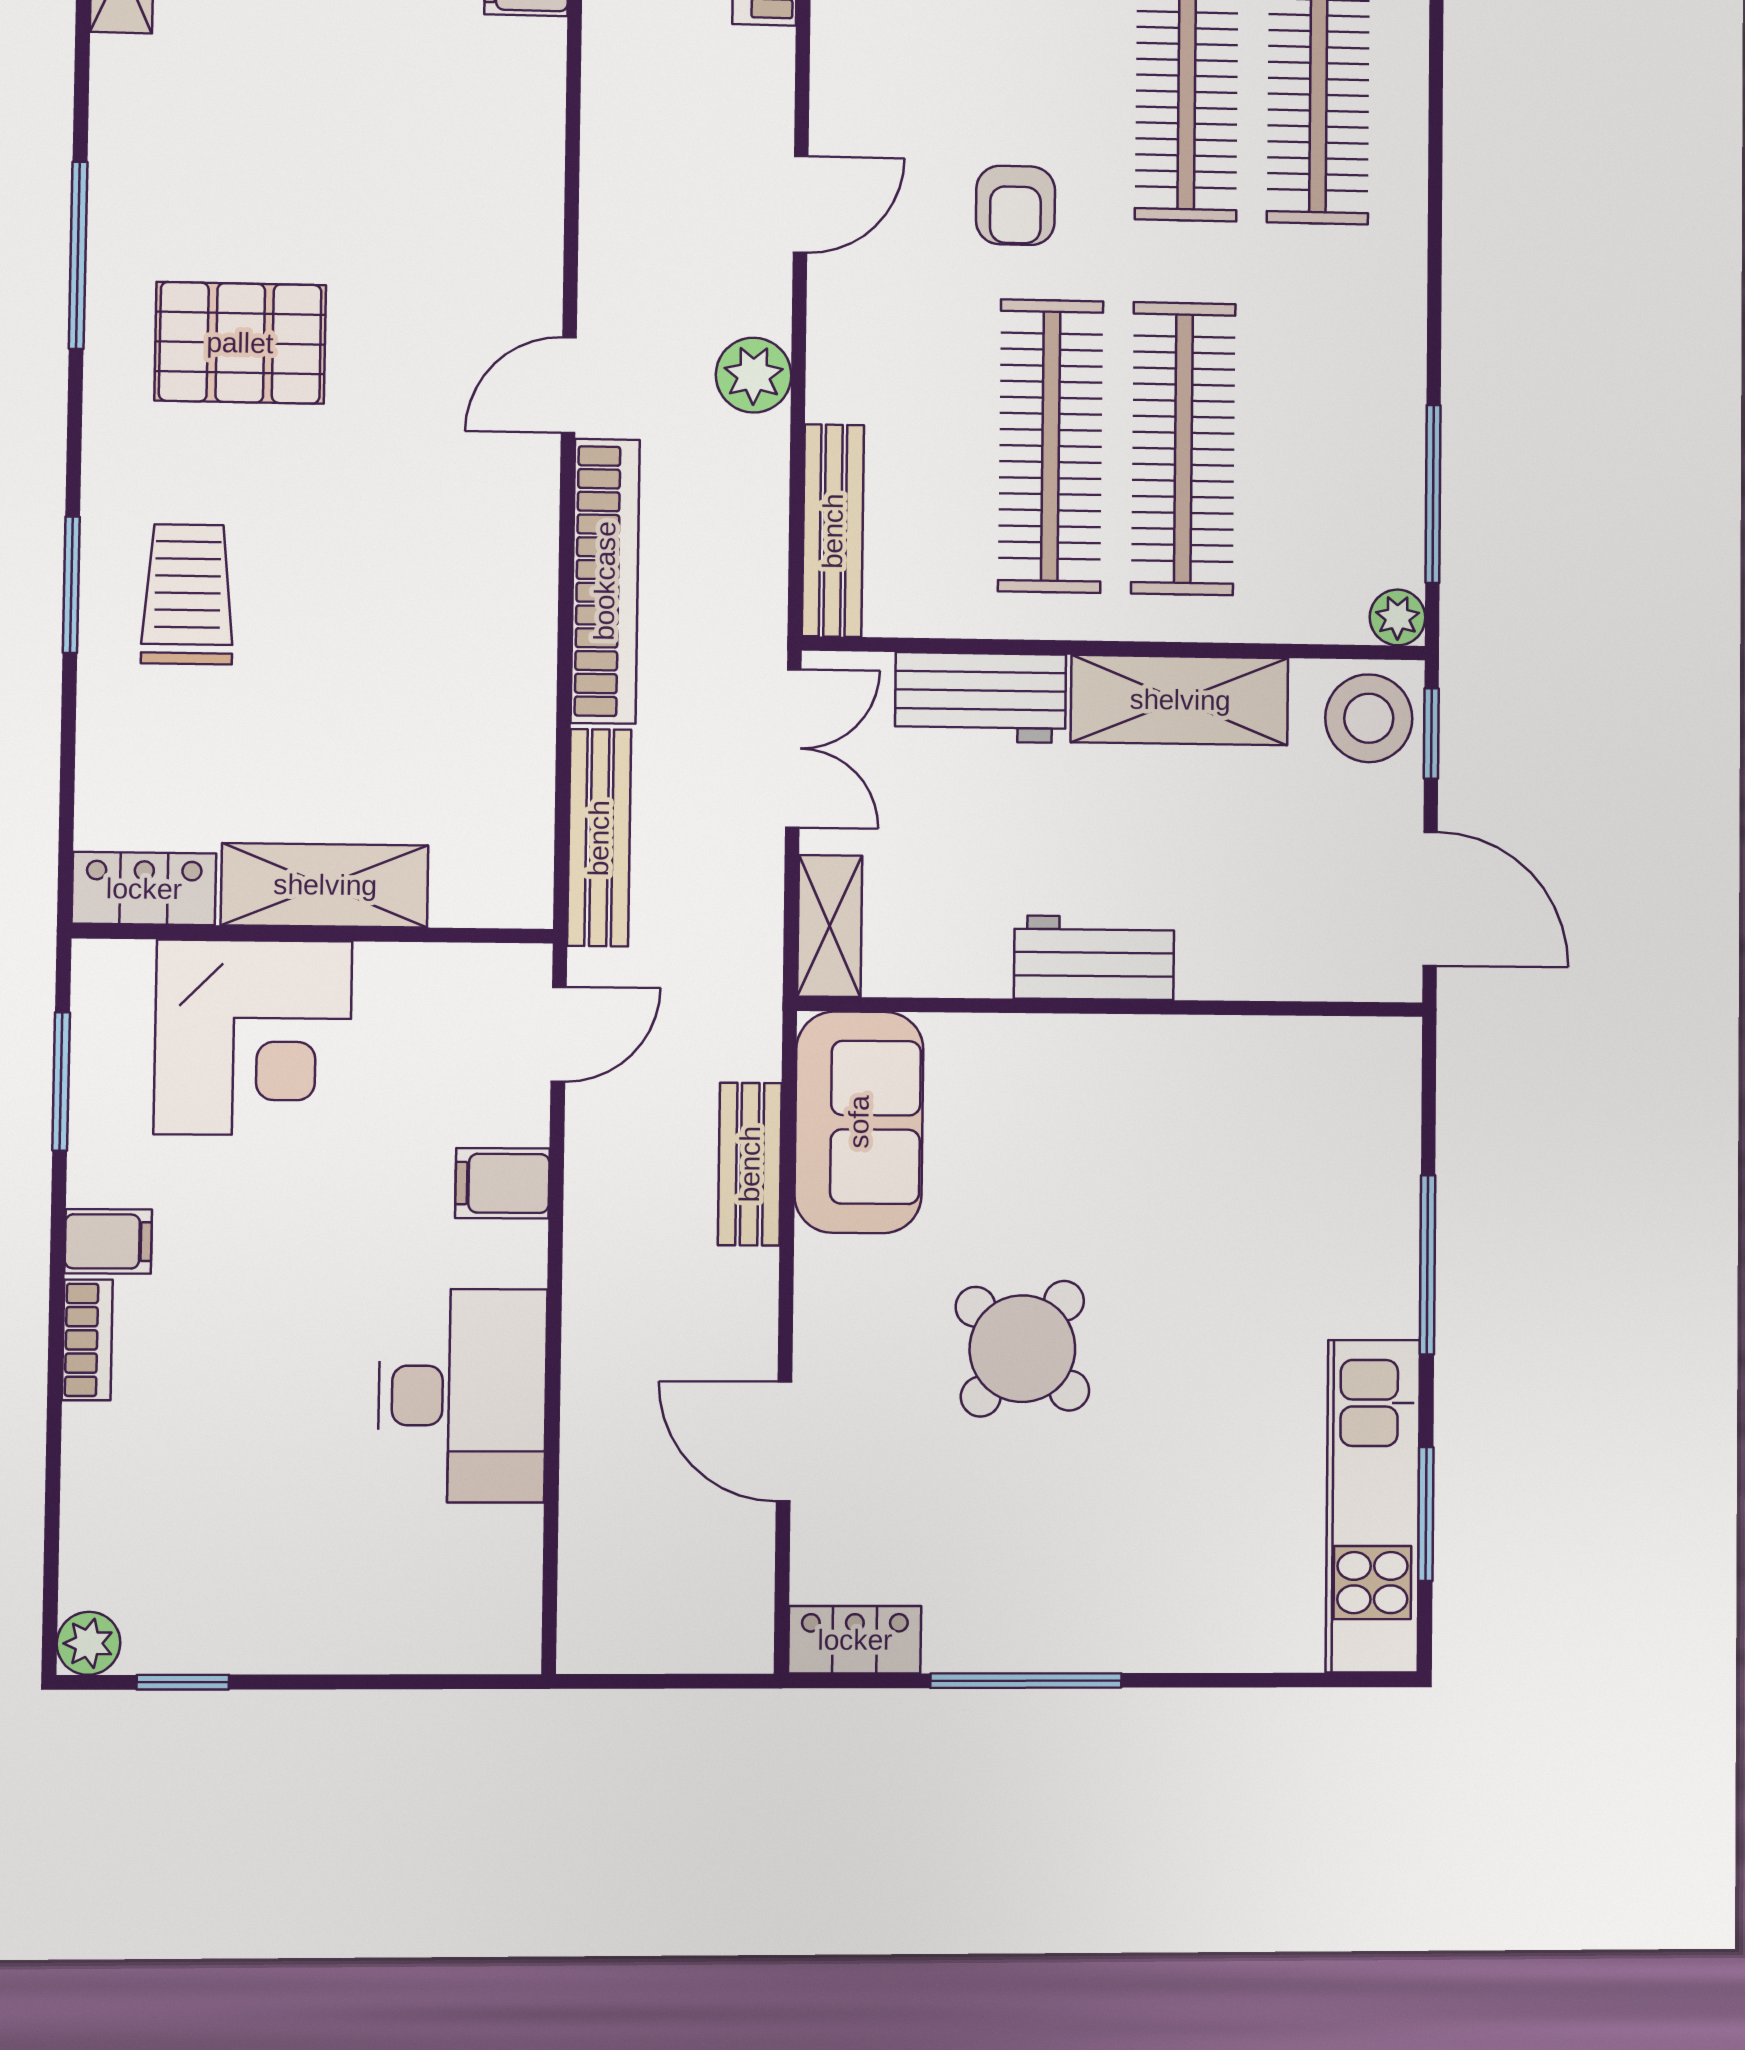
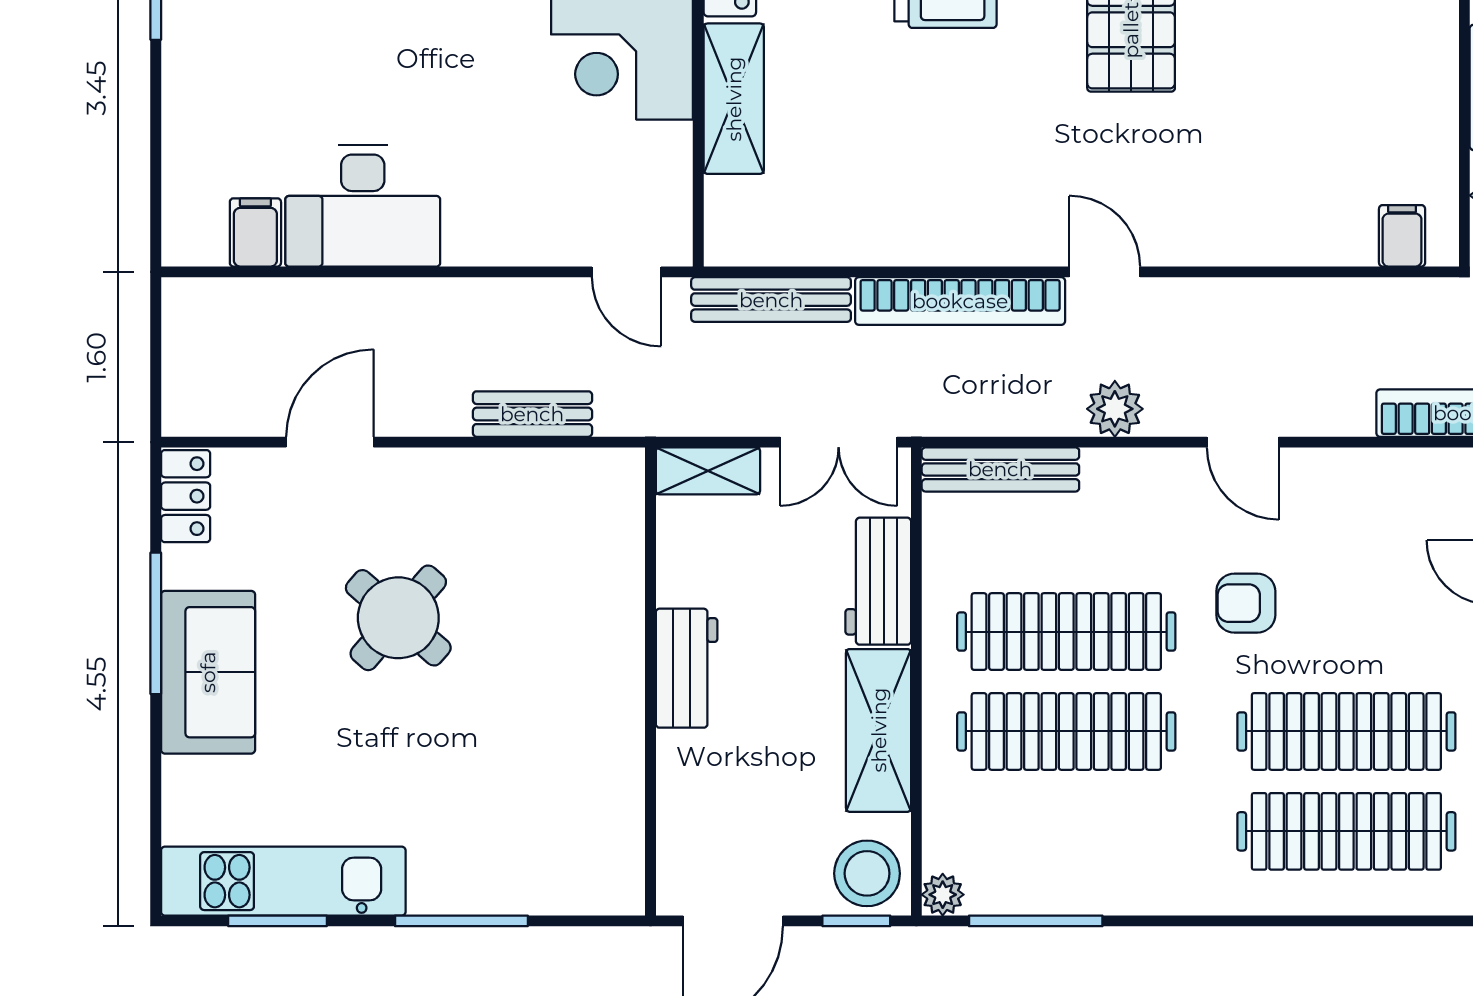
sofa: (859, 1122) -> (208, 672), moved, turned -90
filing cabinet: (502, 1183) -> (255, 232), moved

